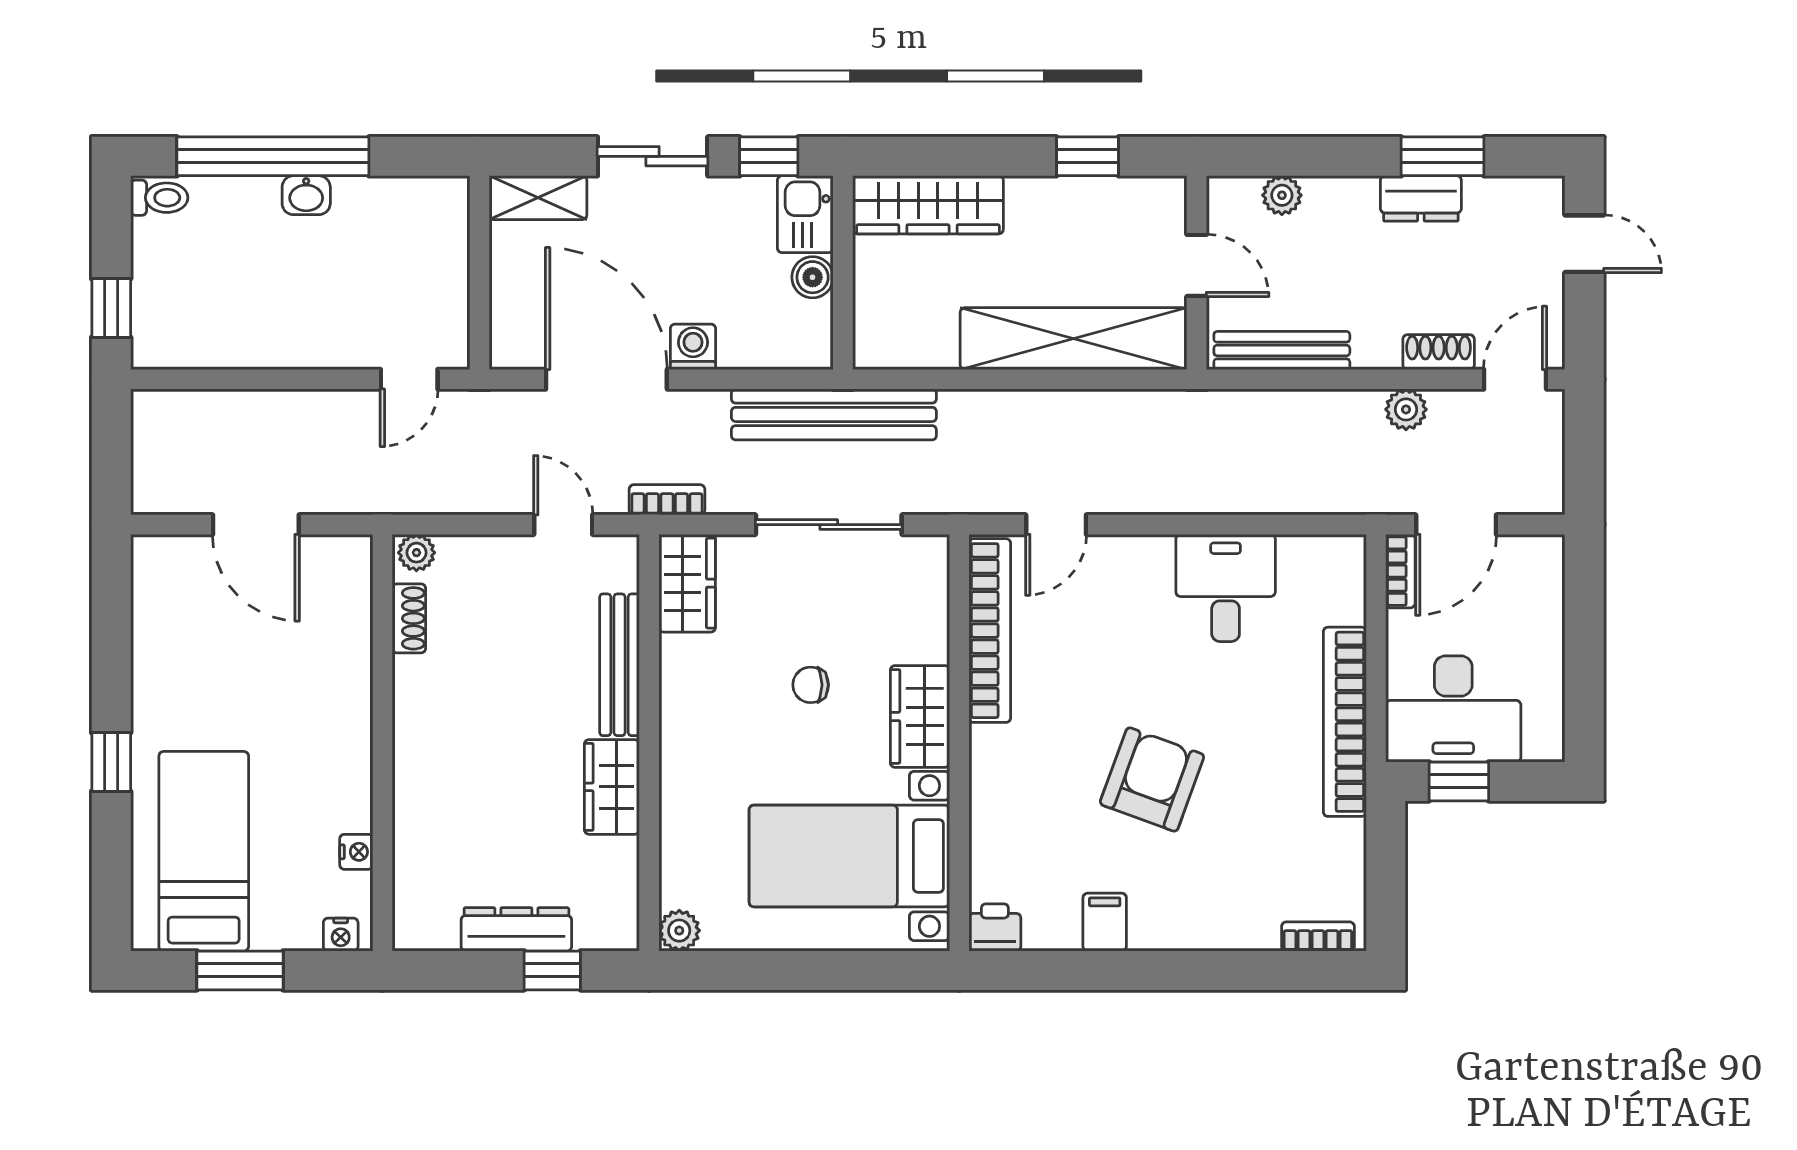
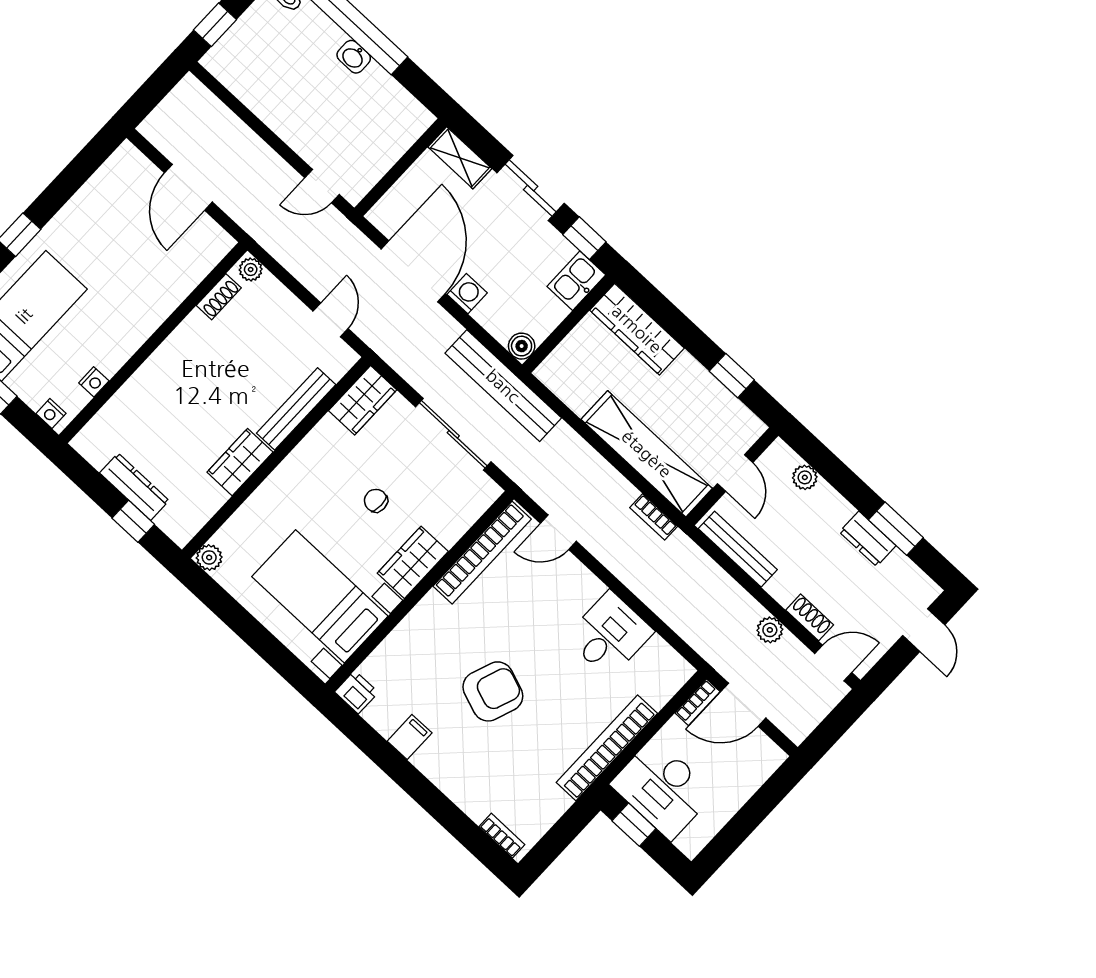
boiler: (813, 277) -> (522, 346), moved
bookcase: (667, 500) -> (654, 517), moved, turned 180

